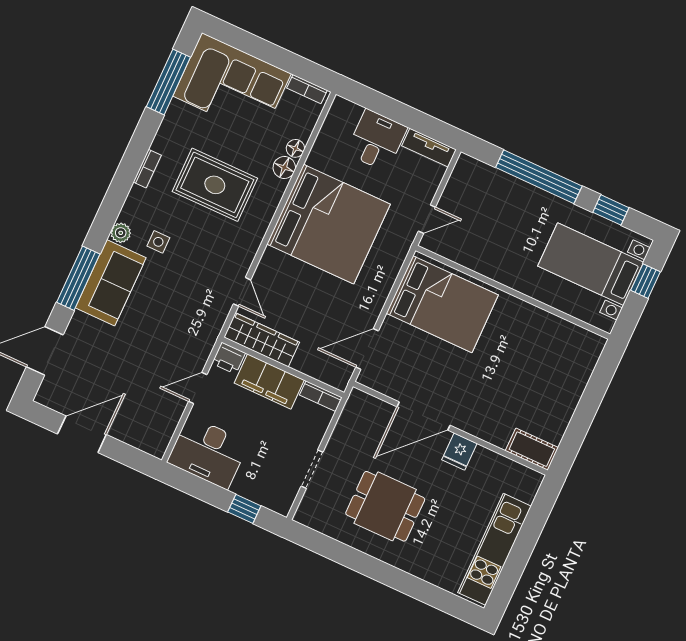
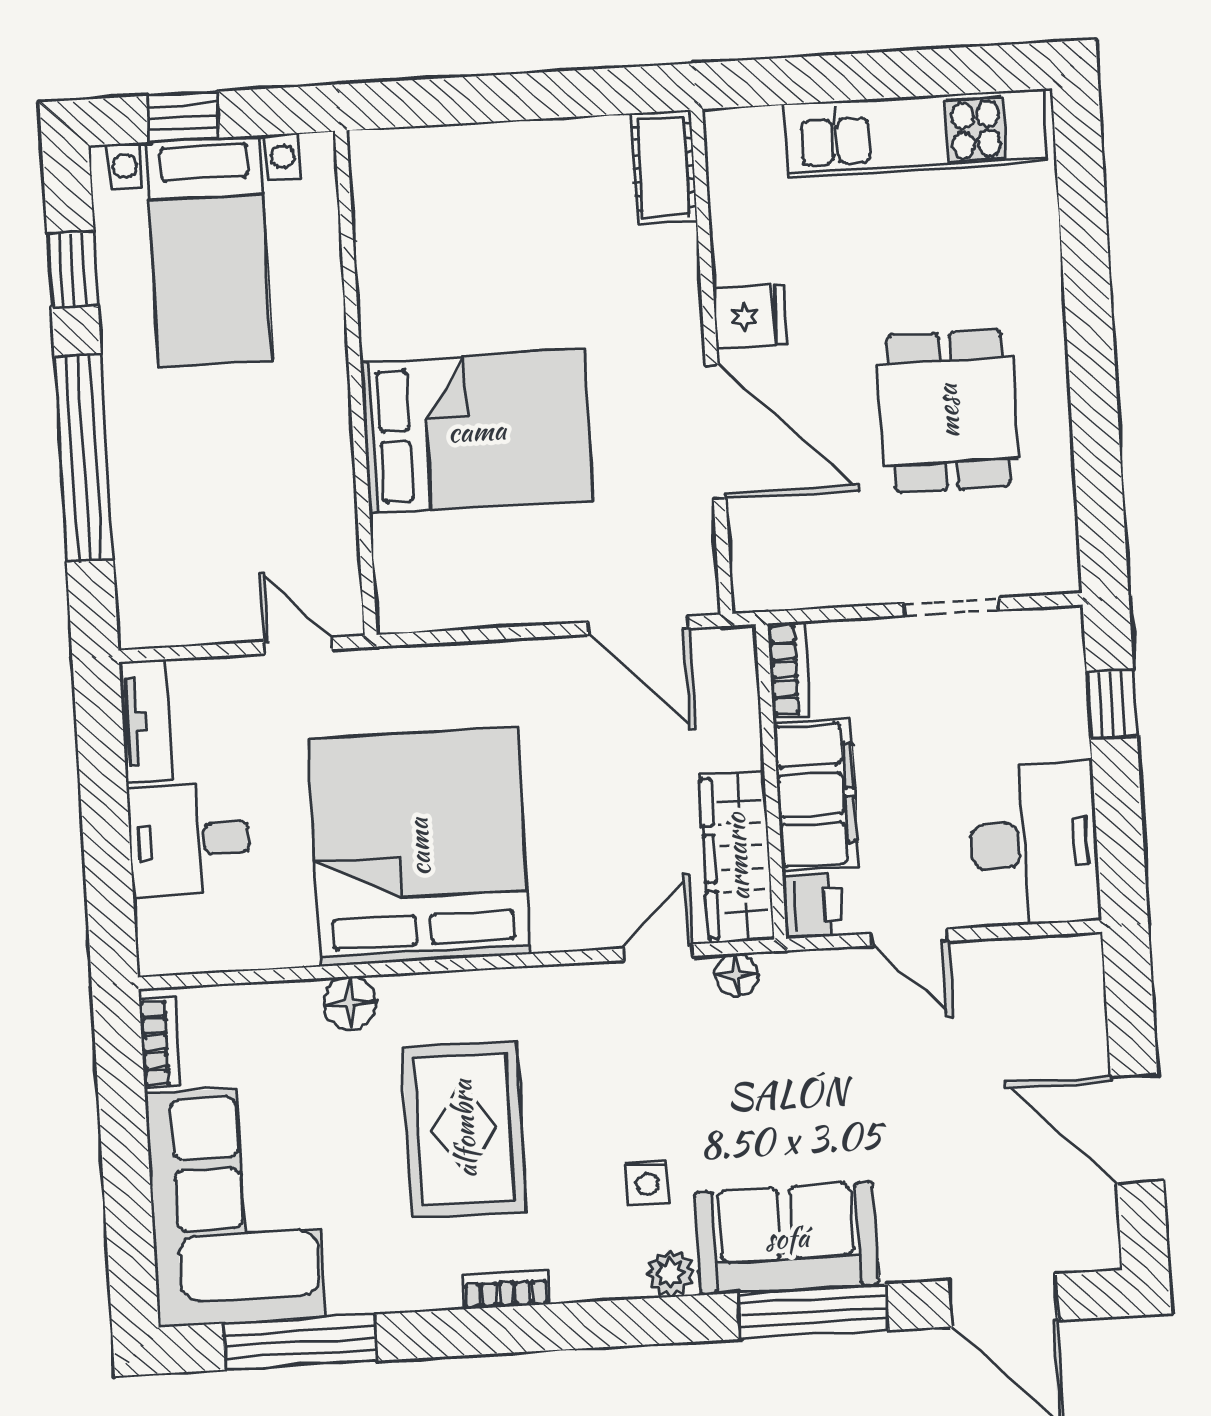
floor lamp: (295, 148) -> (736, 975), moved
bed: (442, 304) -> (477, 431), moved, turned 90

